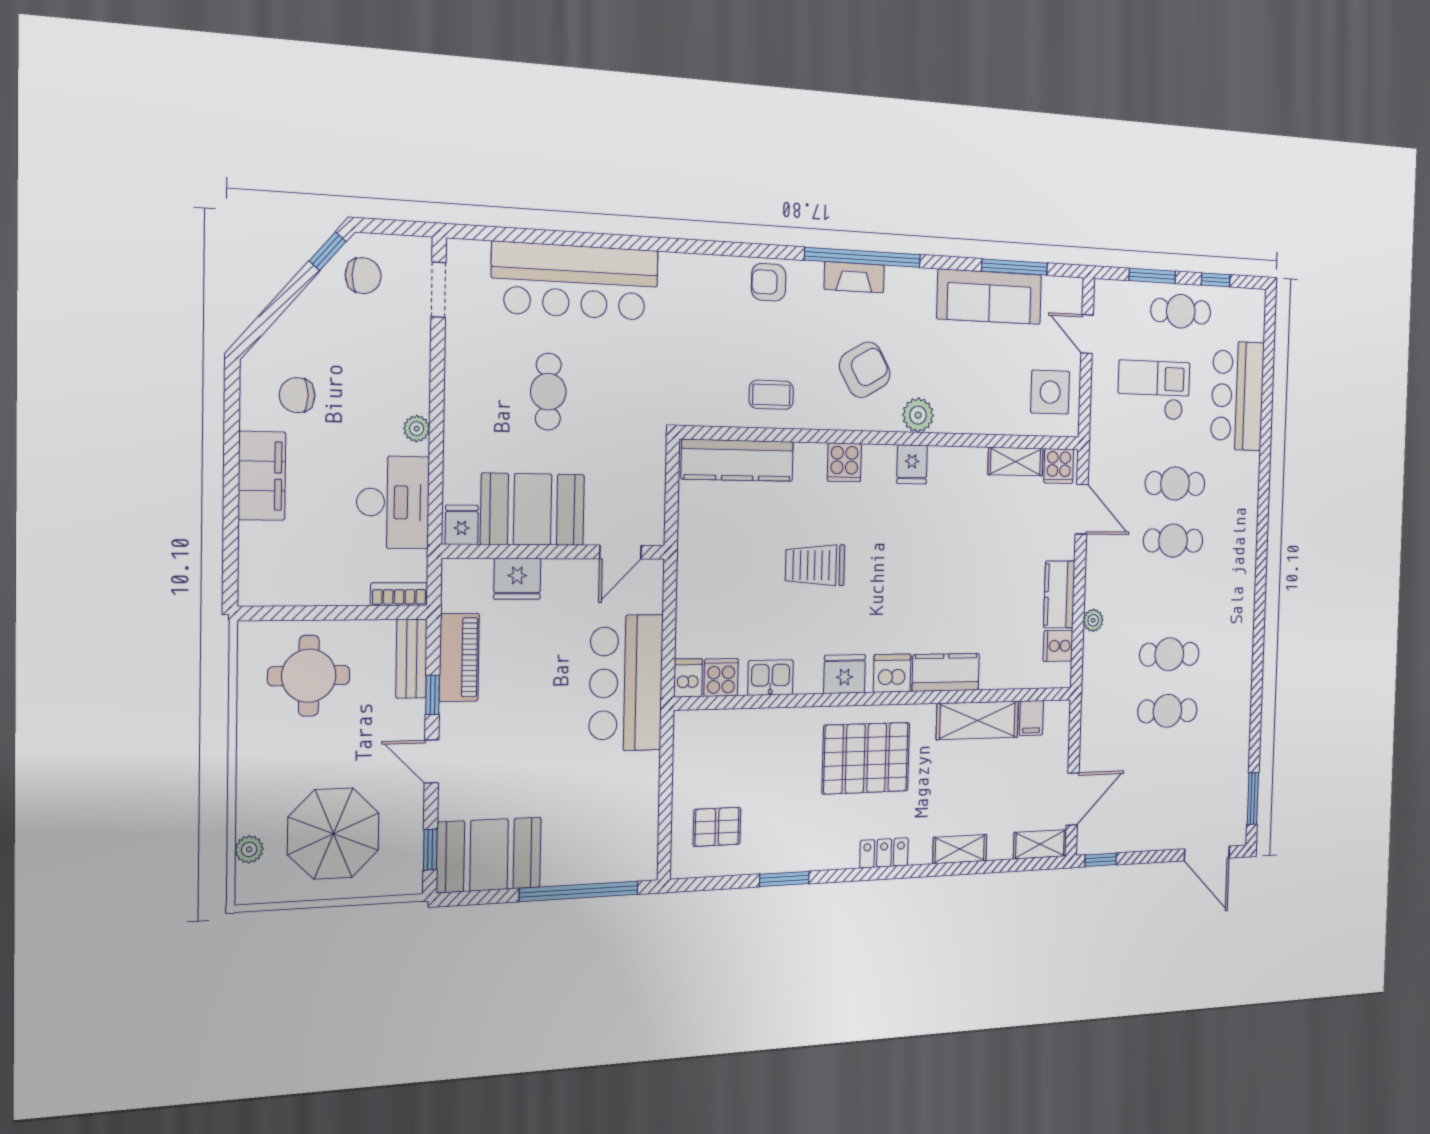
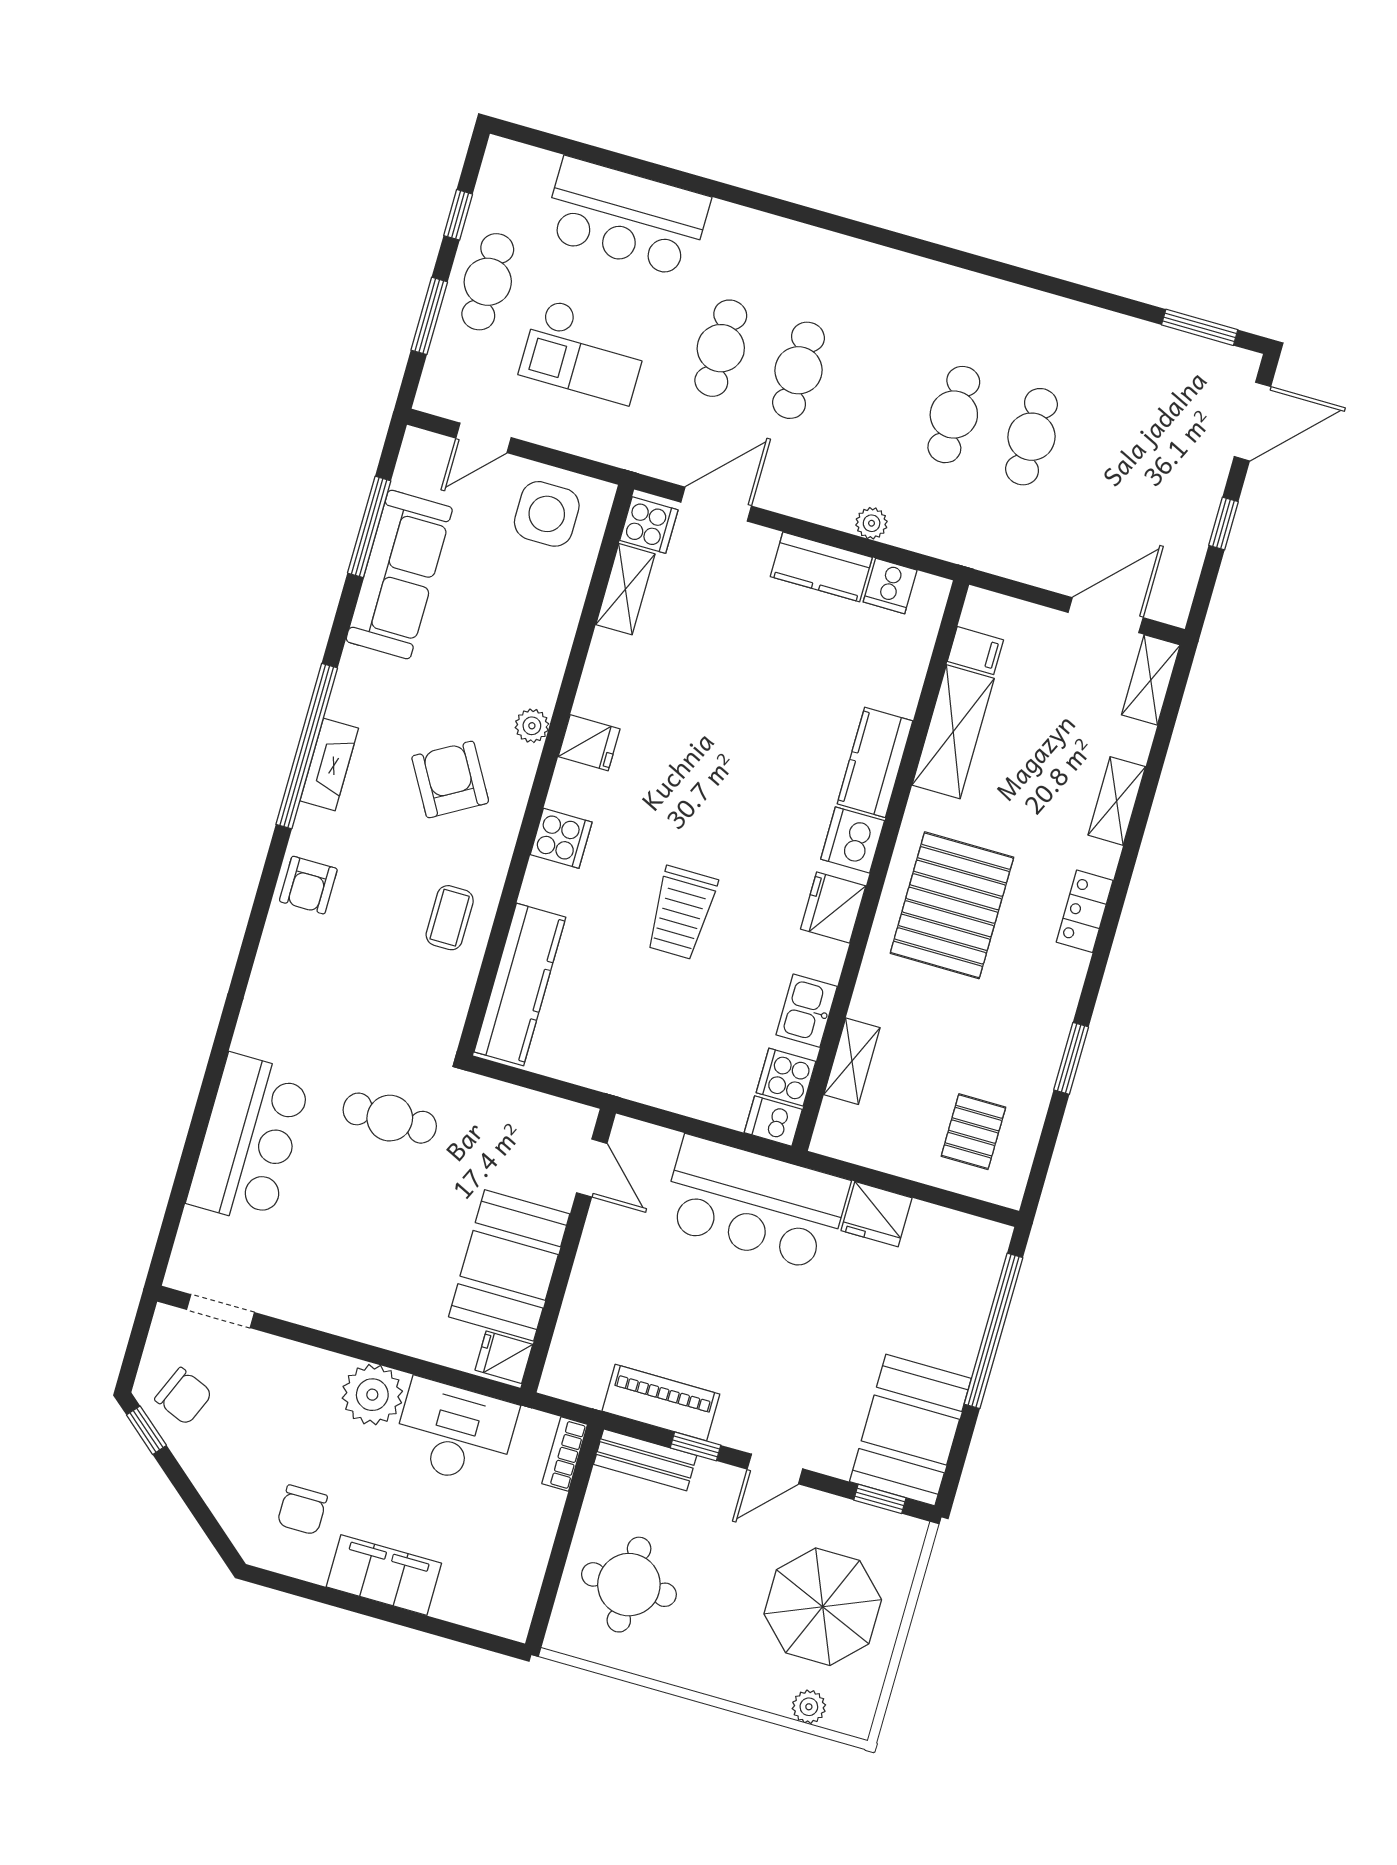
chair: (363, 276) -> (184, 1396), turned 113
bar counter: (575, 281) -> (249, 1139), width x0.73
checkout: (1154, 390) -> (585, 351), turned -90
cafe table: (548, 392) -> (390, 1118), moved
plant: (918, 415) -> (532, 726), width x0.73, depth x0.73
plant: (417, 429) -> (372, 1395), width x1.88, depth x1.88
fridge: (517, 579) -> (876, 1214), moved, turned 90
shelving: (744, 722) -> (852, 1061), added
door: (1073, 799) -> (1106, 615), hinge flipped
window: (1101, 860) -> (1223, 523), moved

